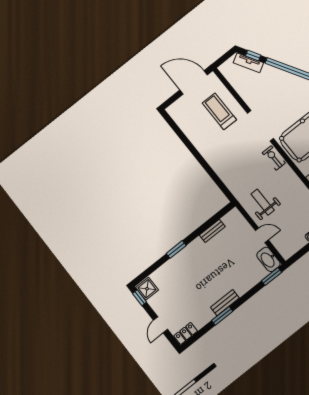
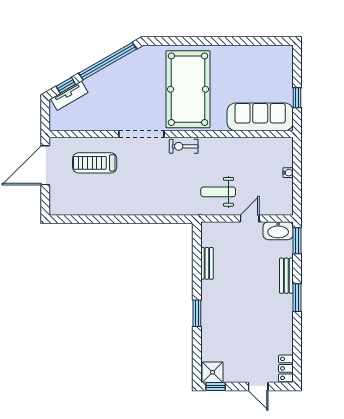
bench: (225, 303) -> (286, 276), moved
window: (222, 316) -> (297, 298), moved

